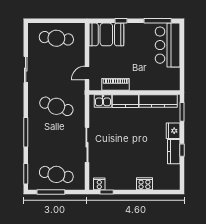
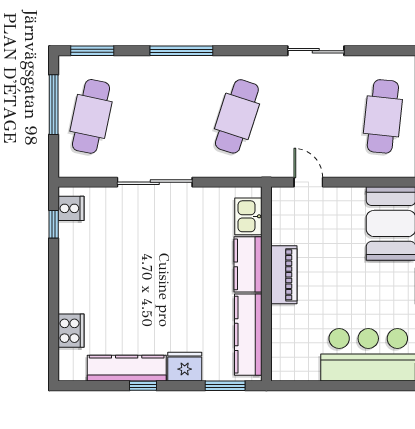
piano: (116, 84) -> (284, 275), moved
kitchen counter: (174, 152) -> (127, 368), width x1.50
cooker: (144, 184) -> (71, 331), moved

